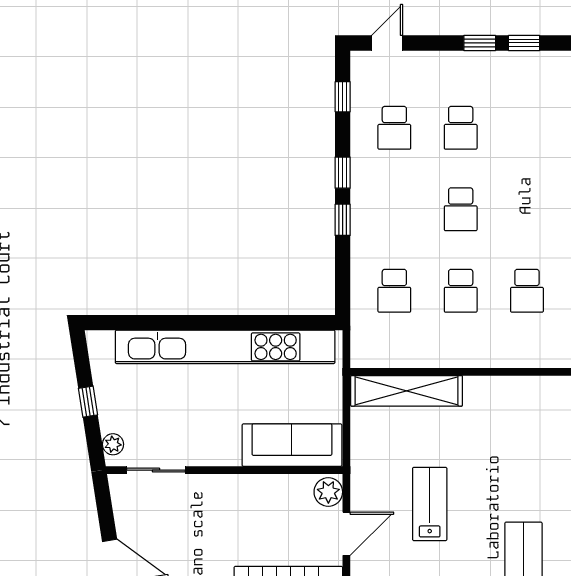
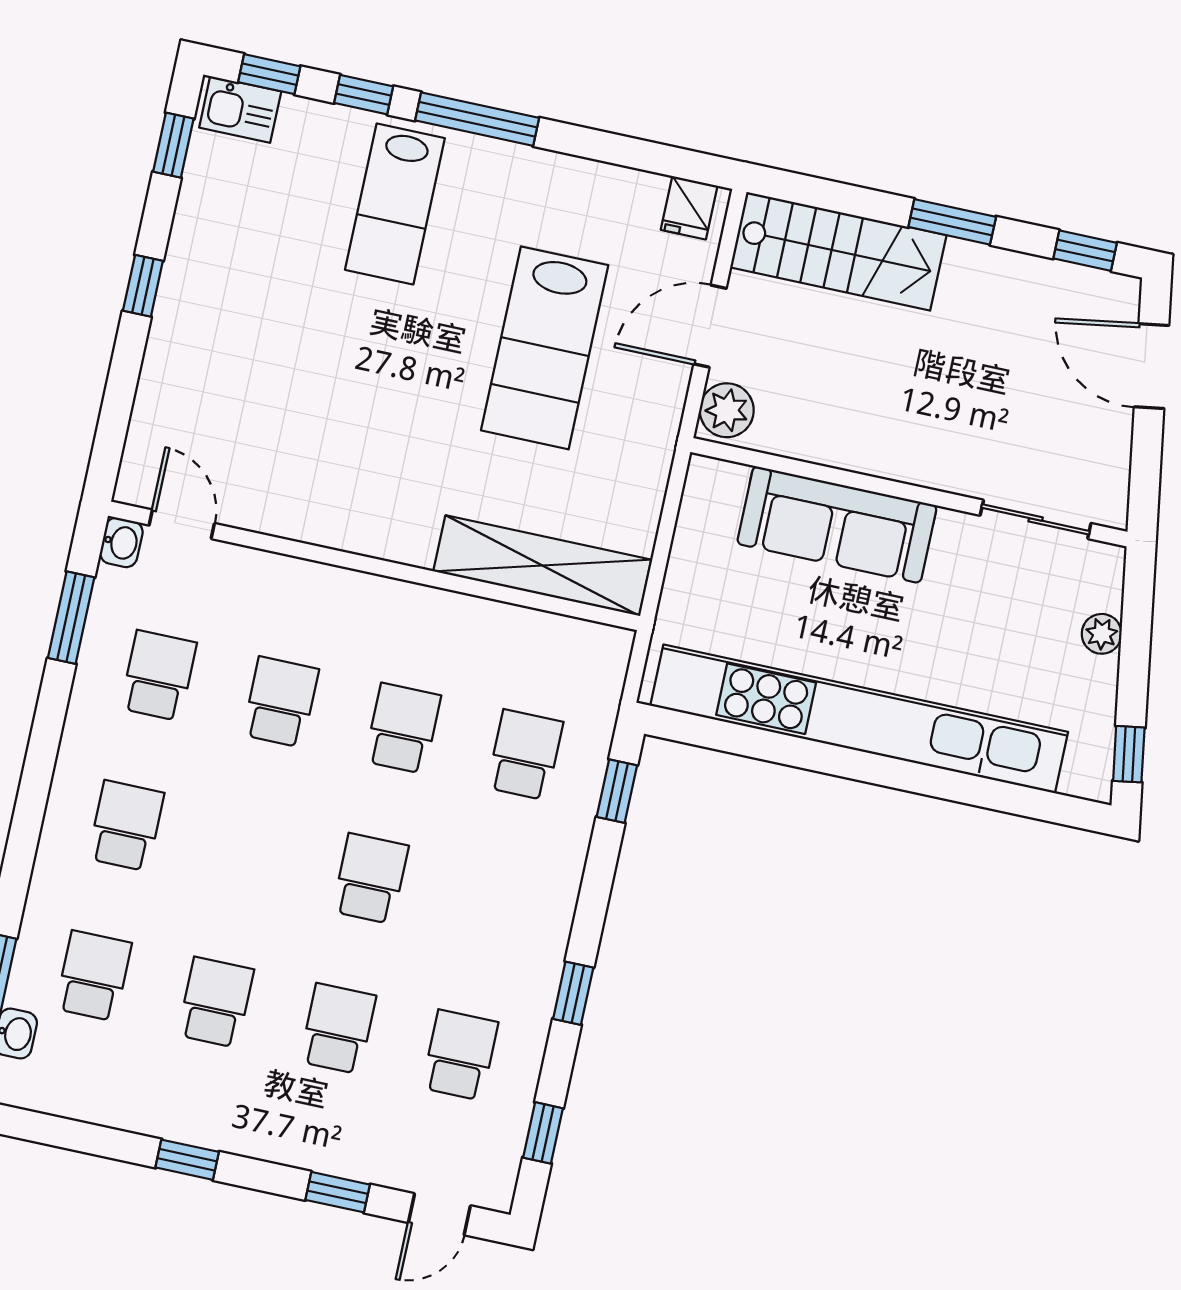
window: (480, 43) -> (338, 1192), moved
school desk: (527, 128) -> (216, 1002), added
window: (343, 220) -> (617, 791), moved
window: (88, 402) -> (1129, 754), moved
plant: (113, 444) -> (1102, 634), moved
sofa: (292, 445) -> (837, 525), moved
lab bench: (430, 504) -> (545, 348), width x1.36, depth x1.39

